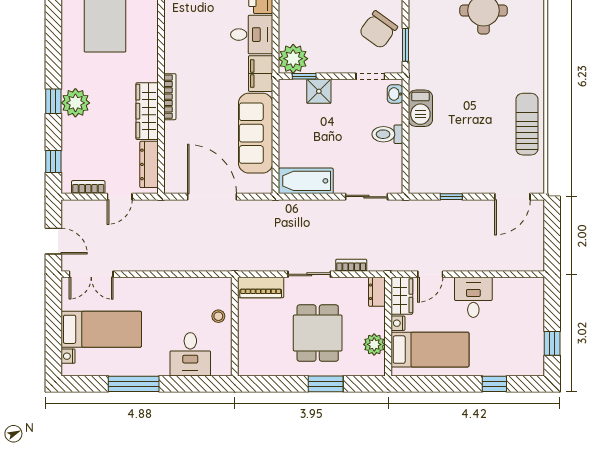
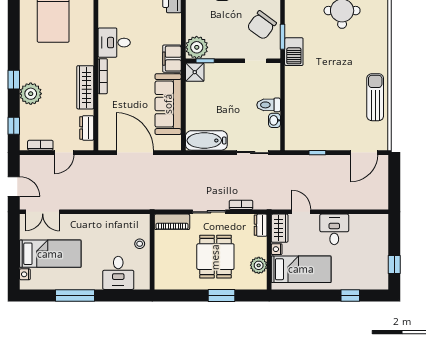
desk: (252, 35) -> (114, 43), moved, turned 180
shower: (319, 91) -> (195, 72), moved
washbasin: (395, 94) -> (274, 120), moved
plant: (75, 103) -> (31, 94), moved
barbecue: (420, 108) -> (294, 52), moved
dresser: (149, 164) -> (87, 128), width x0.70
door: (430, 274) -> (301, 212), swing flipped

